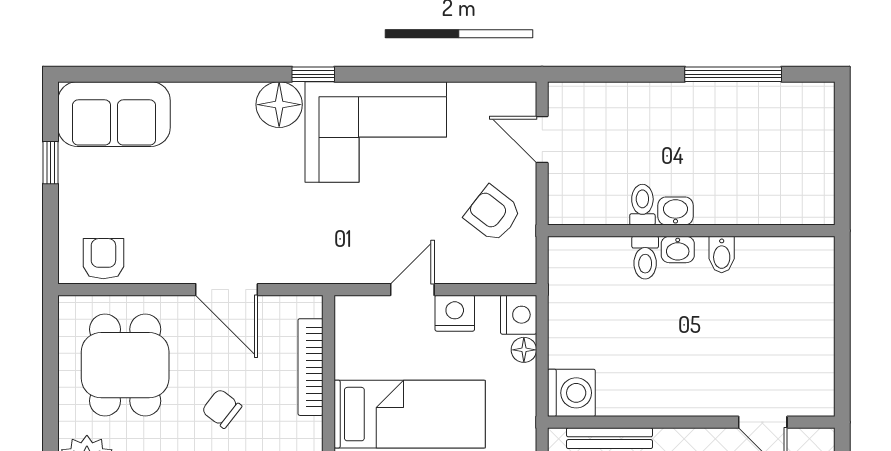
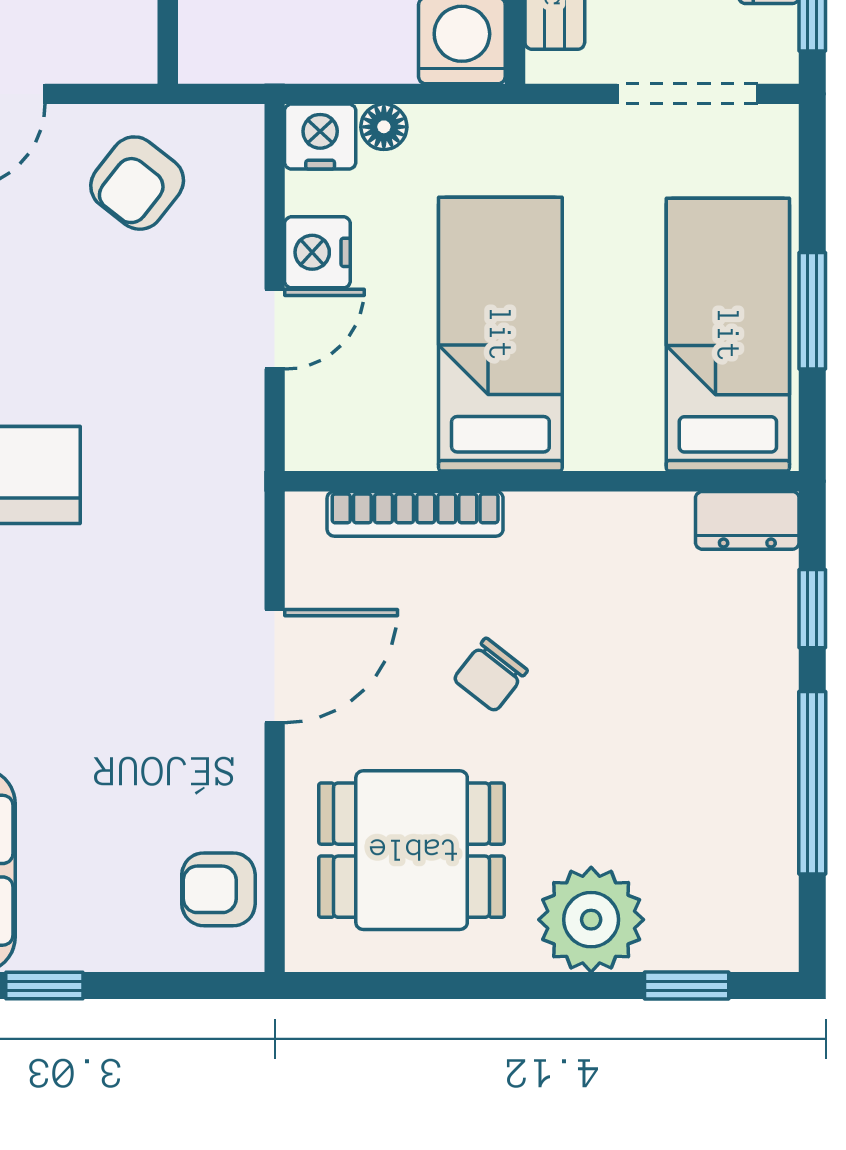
door: (412, 290) -> (275, 329), swing flipped

